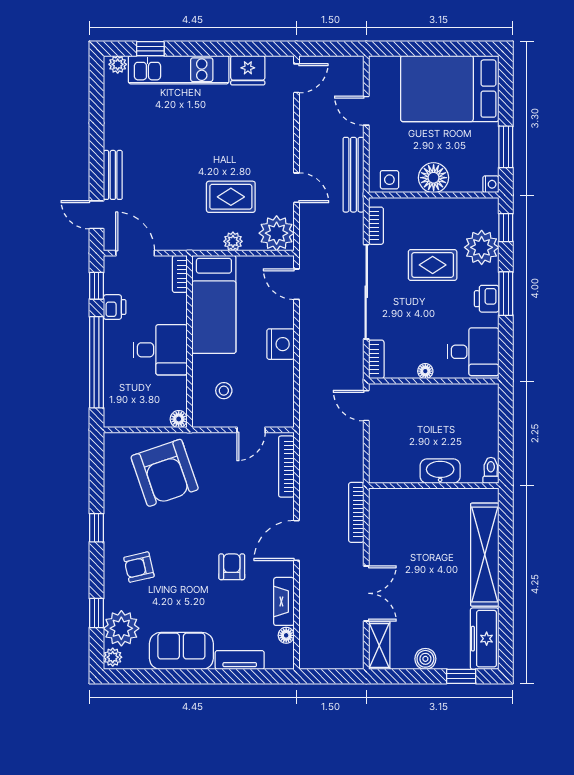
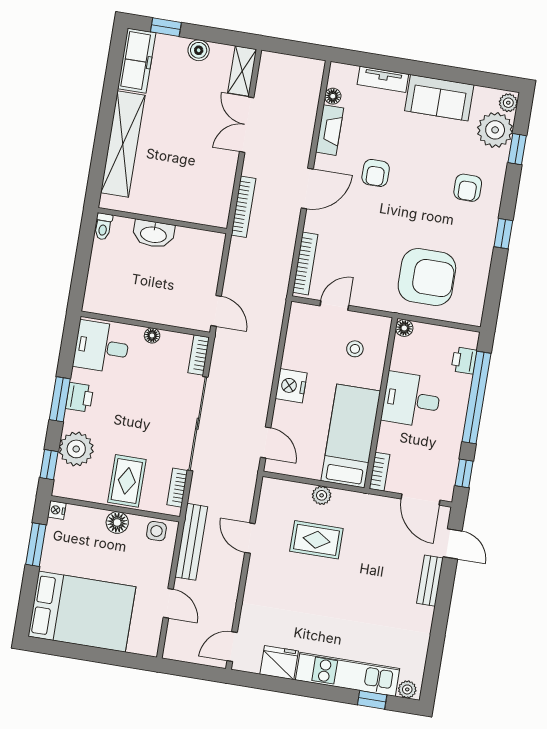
floor lamp: (434, 178) -> (117, 523), width x0.73, depth x0.73
plant: (277, 233) -> (277, 496), removed
rug: (433, 265) -> (127, 481), moved, turned 90
printer: (115, 307) -> (464, 360), moved
armchair: (165, 473) -> (427, 277), turned 109
armchair: (139, 567) -> (468, 188), turned 103

